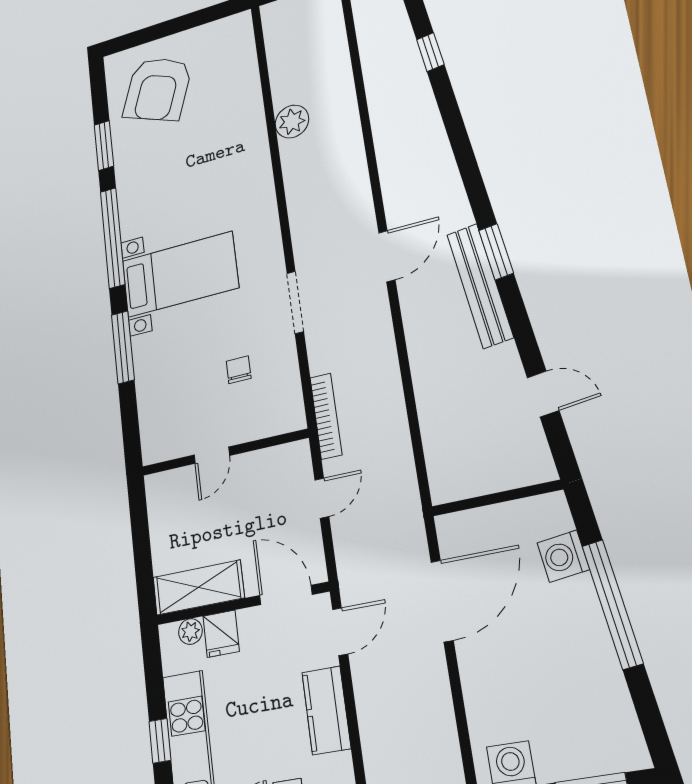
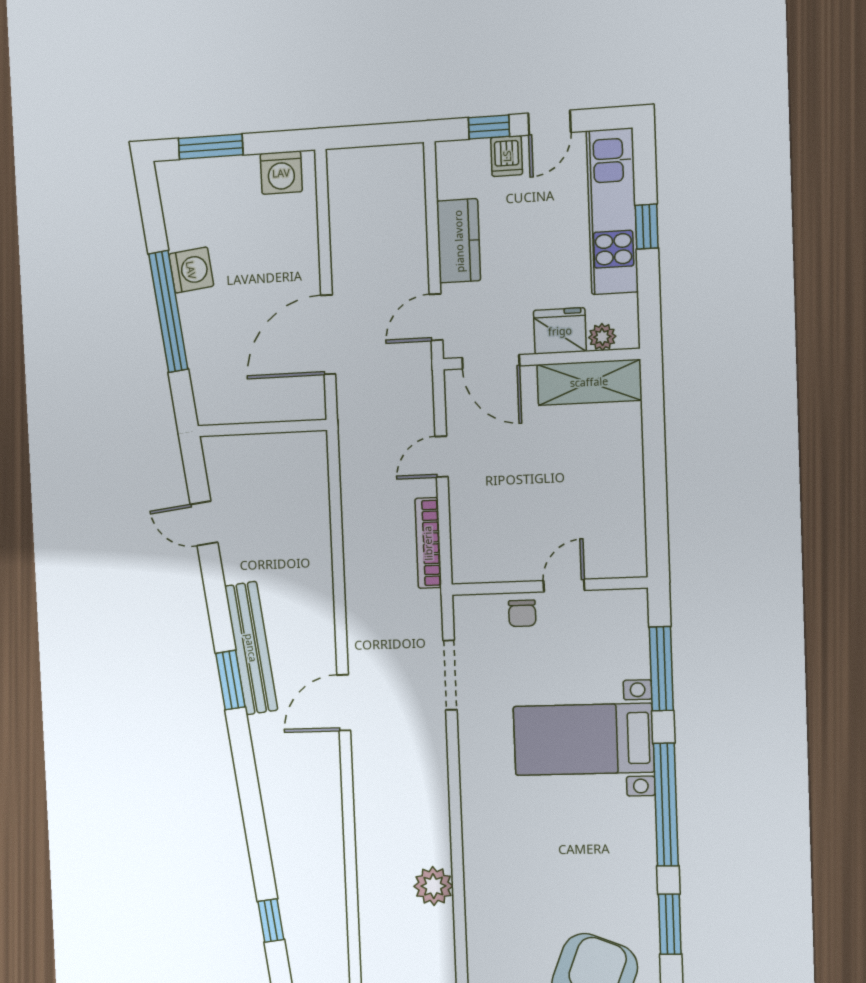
wall: (224, 452) -> (549, 586), moved
door: (212, 455) -> (564, 586), moved
washing machine: (563, 556) -> (191, 270), moved
fridge: (221, 634) -> (560, 331), width x1.38

